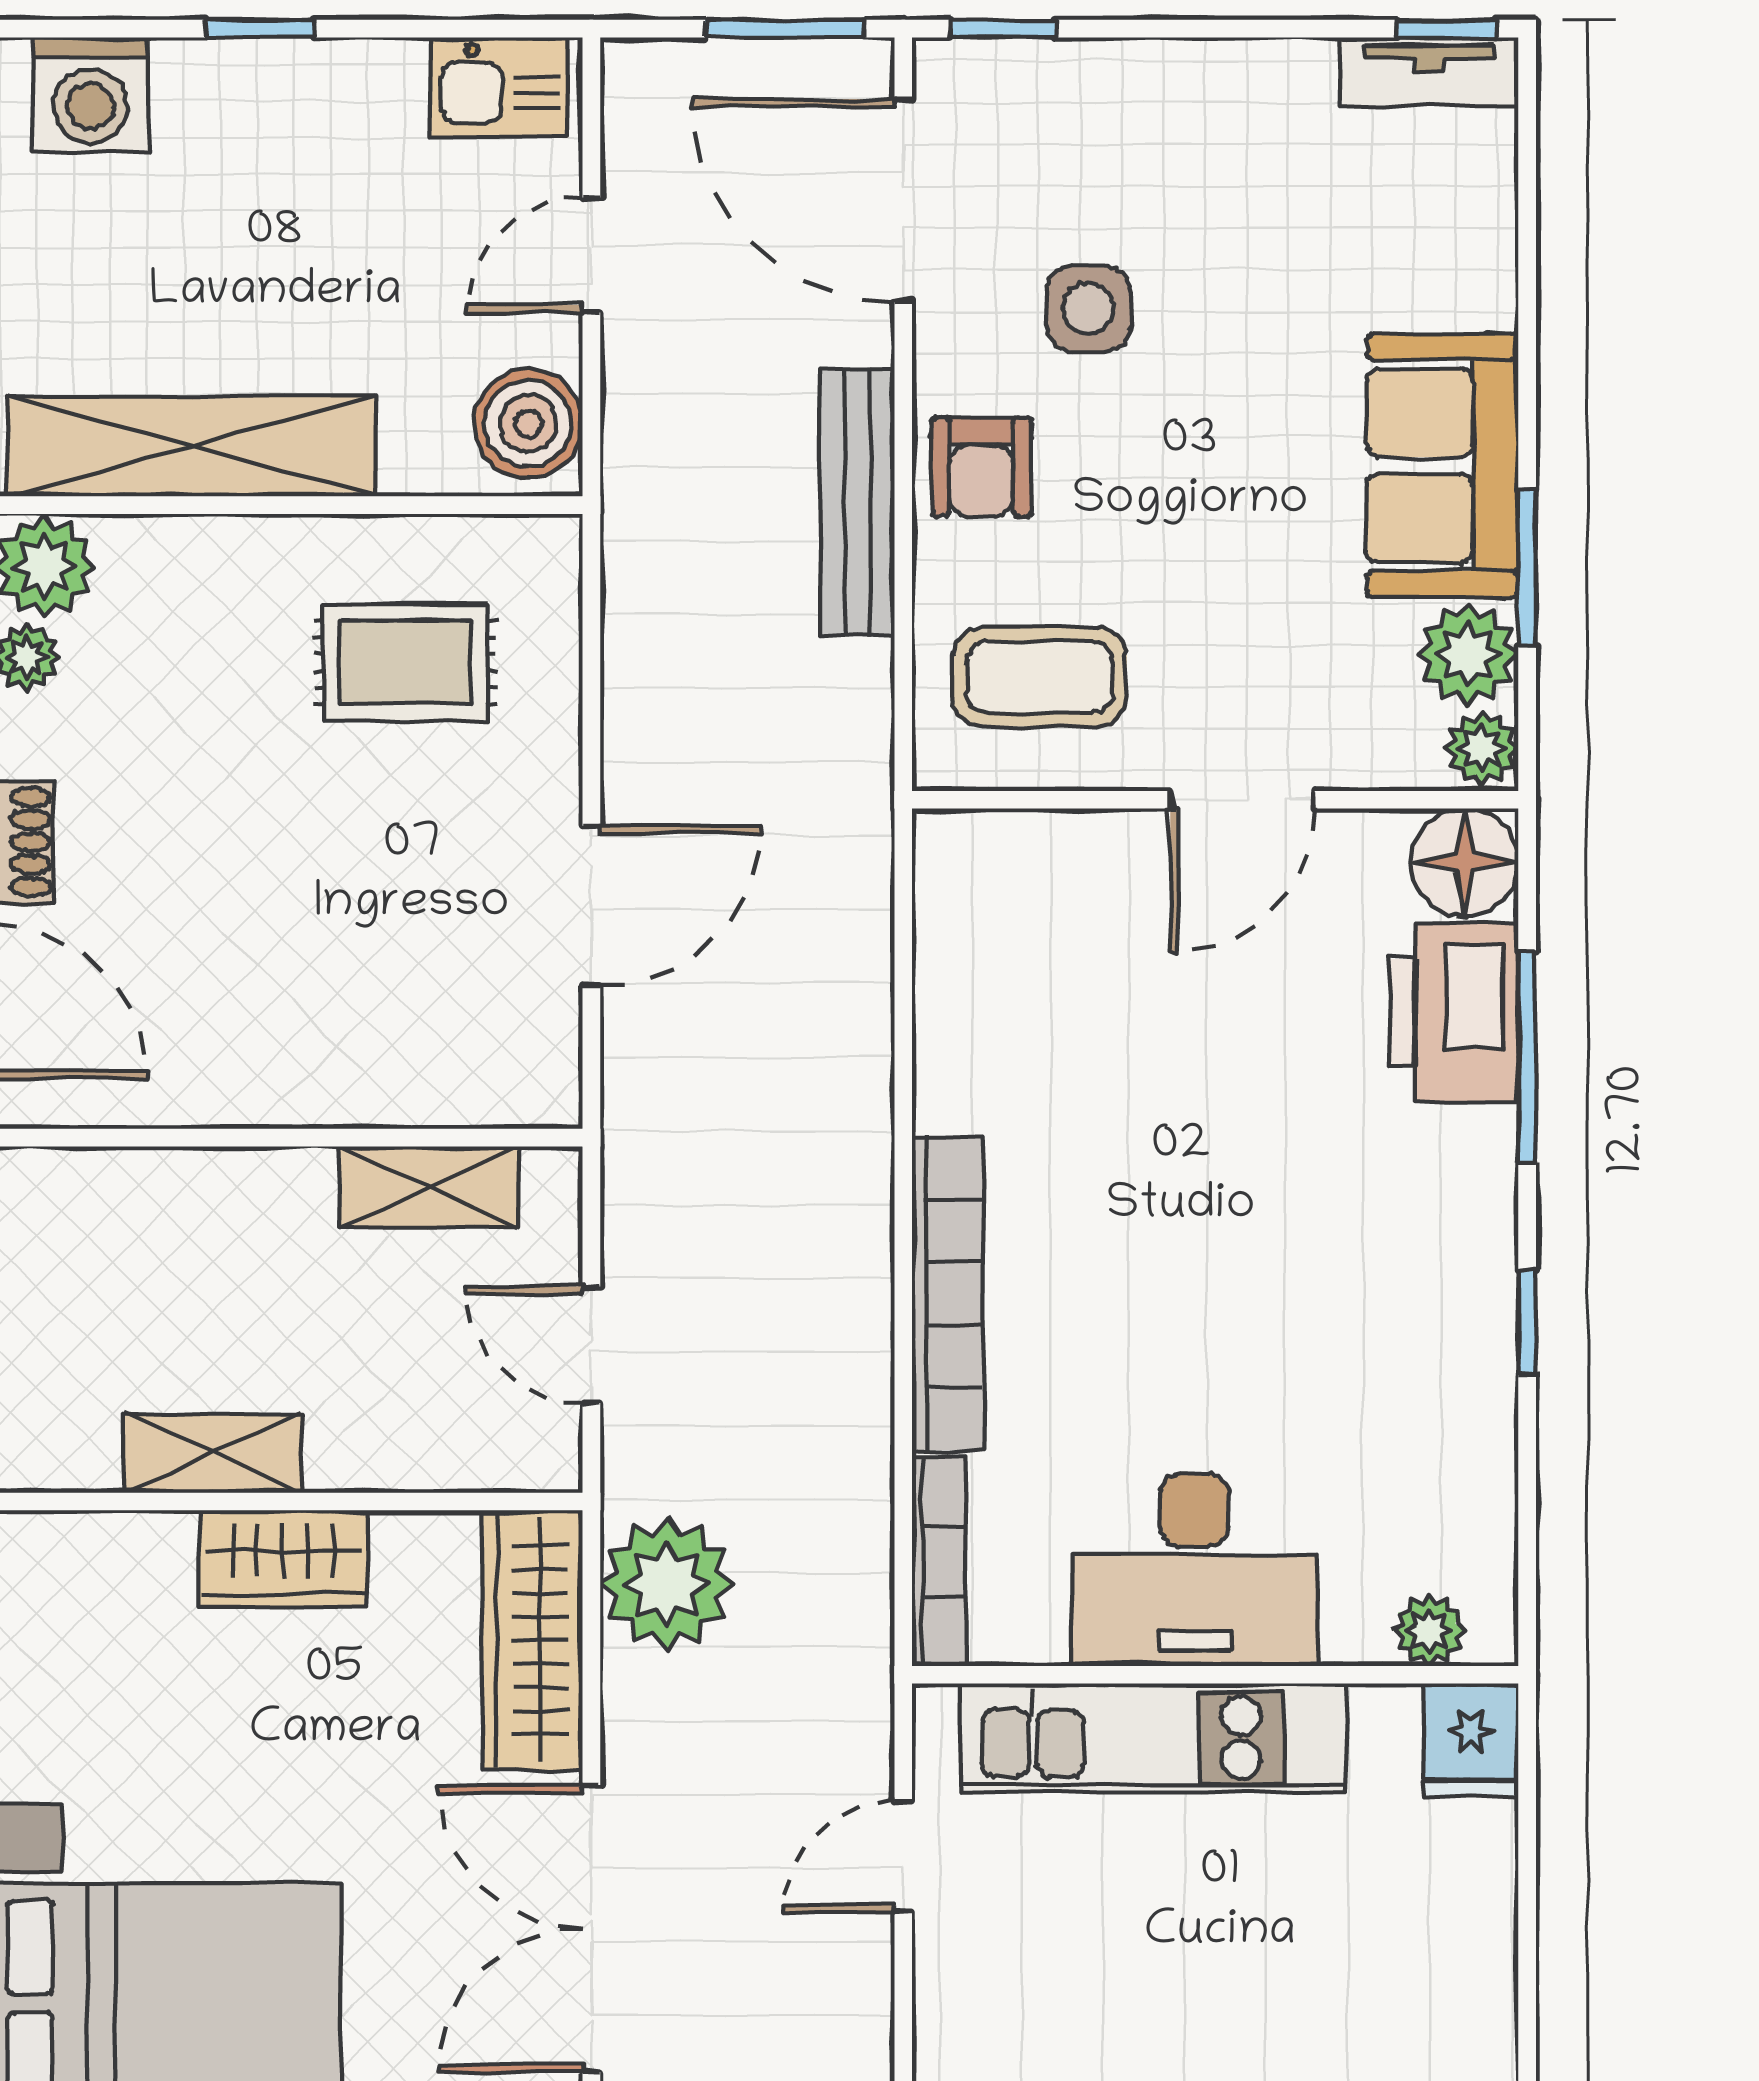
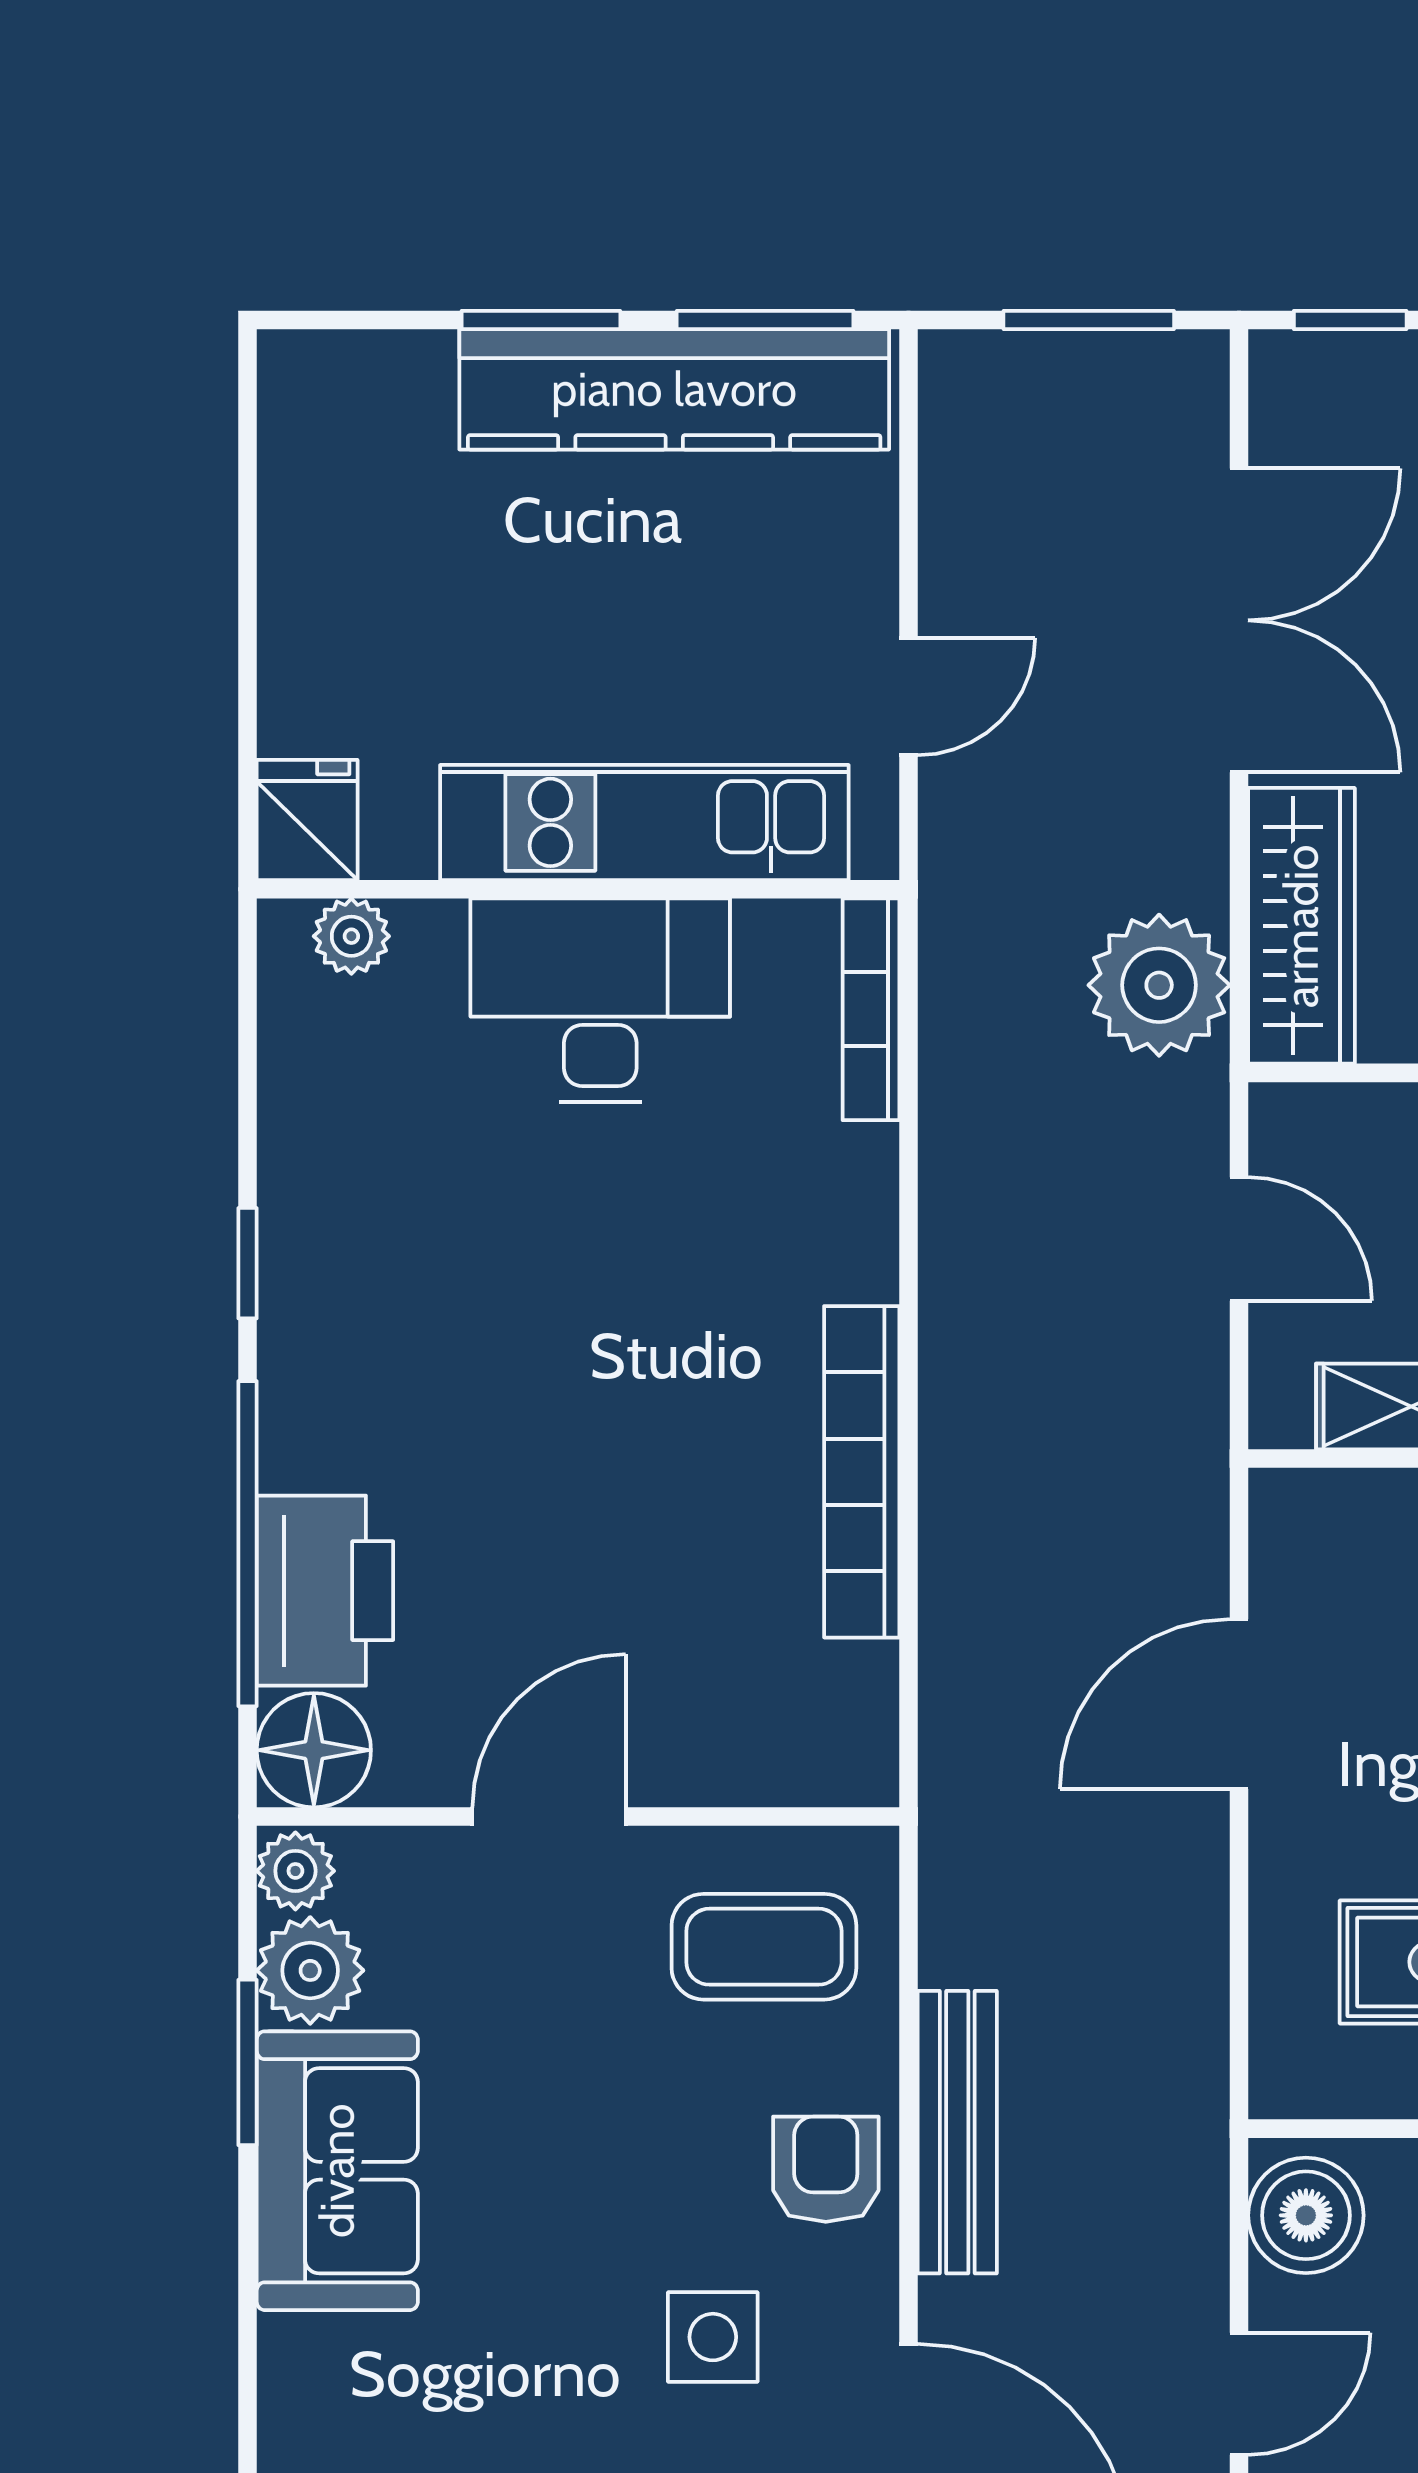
window: (1527, 1057) -> (247, 1544), width x1.46
bookcase: (947, 1294) -> (862, 1472), moved

